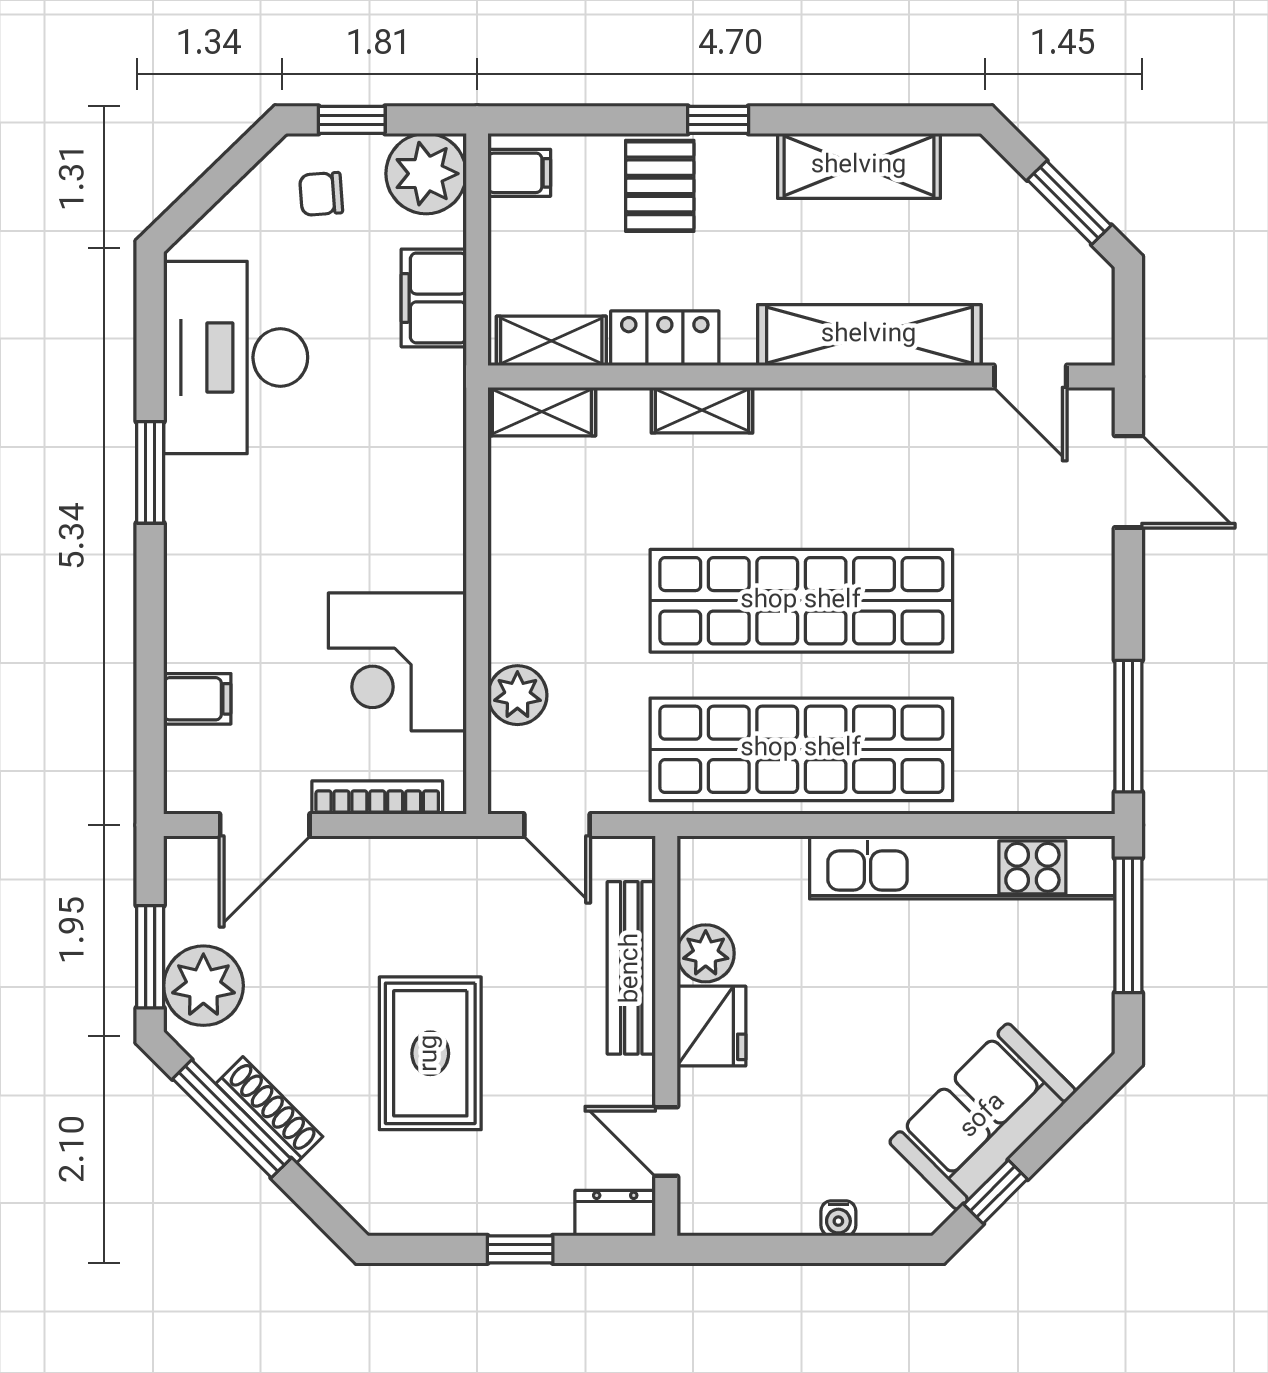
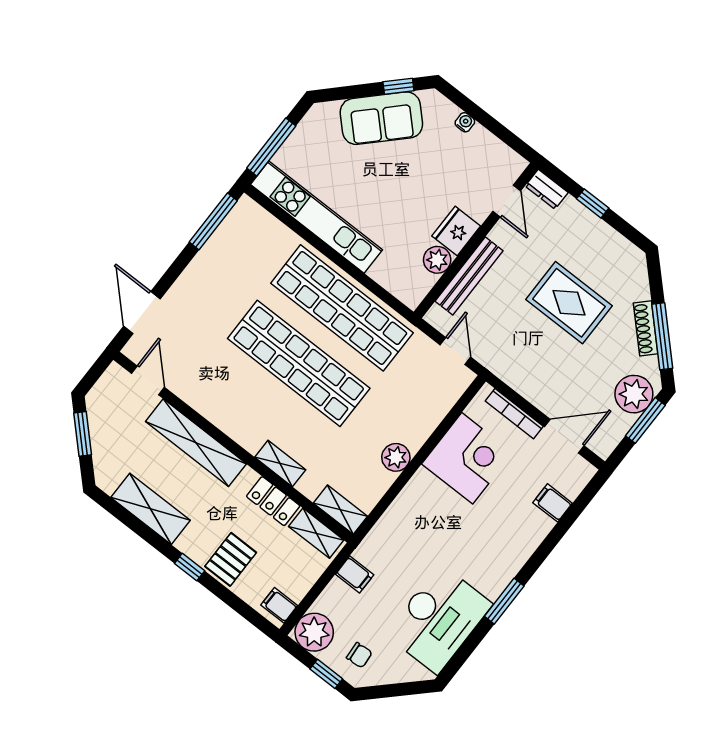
filing cabinet: (434, 298) -> (355, 574), width x0.50
plant: (517, 695) -> (396, 457), moved
rug: (430, 1053) -> (569, 303), turned 90

